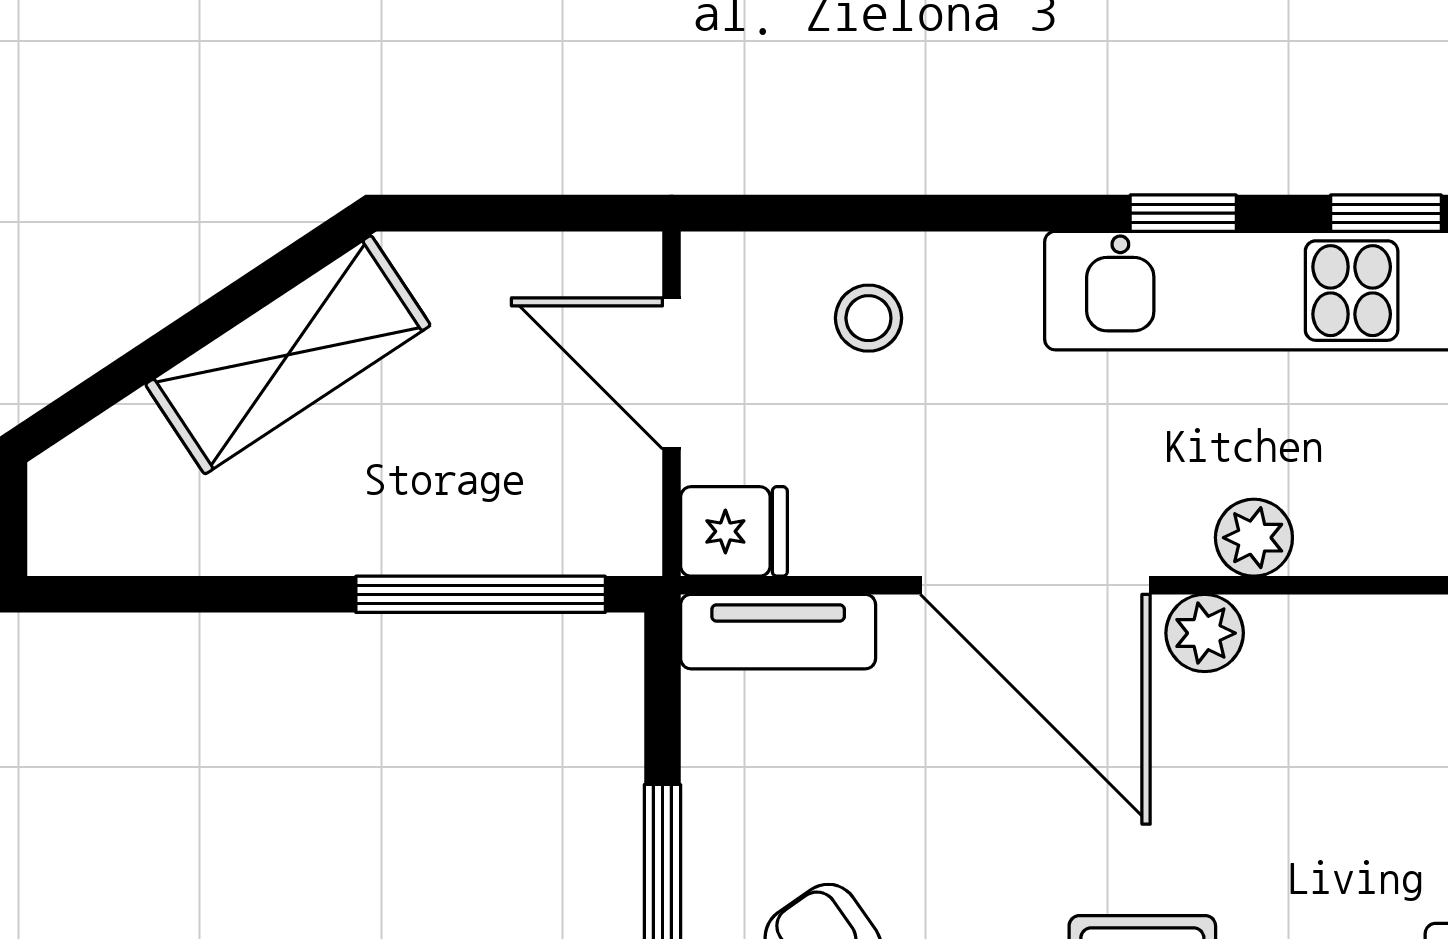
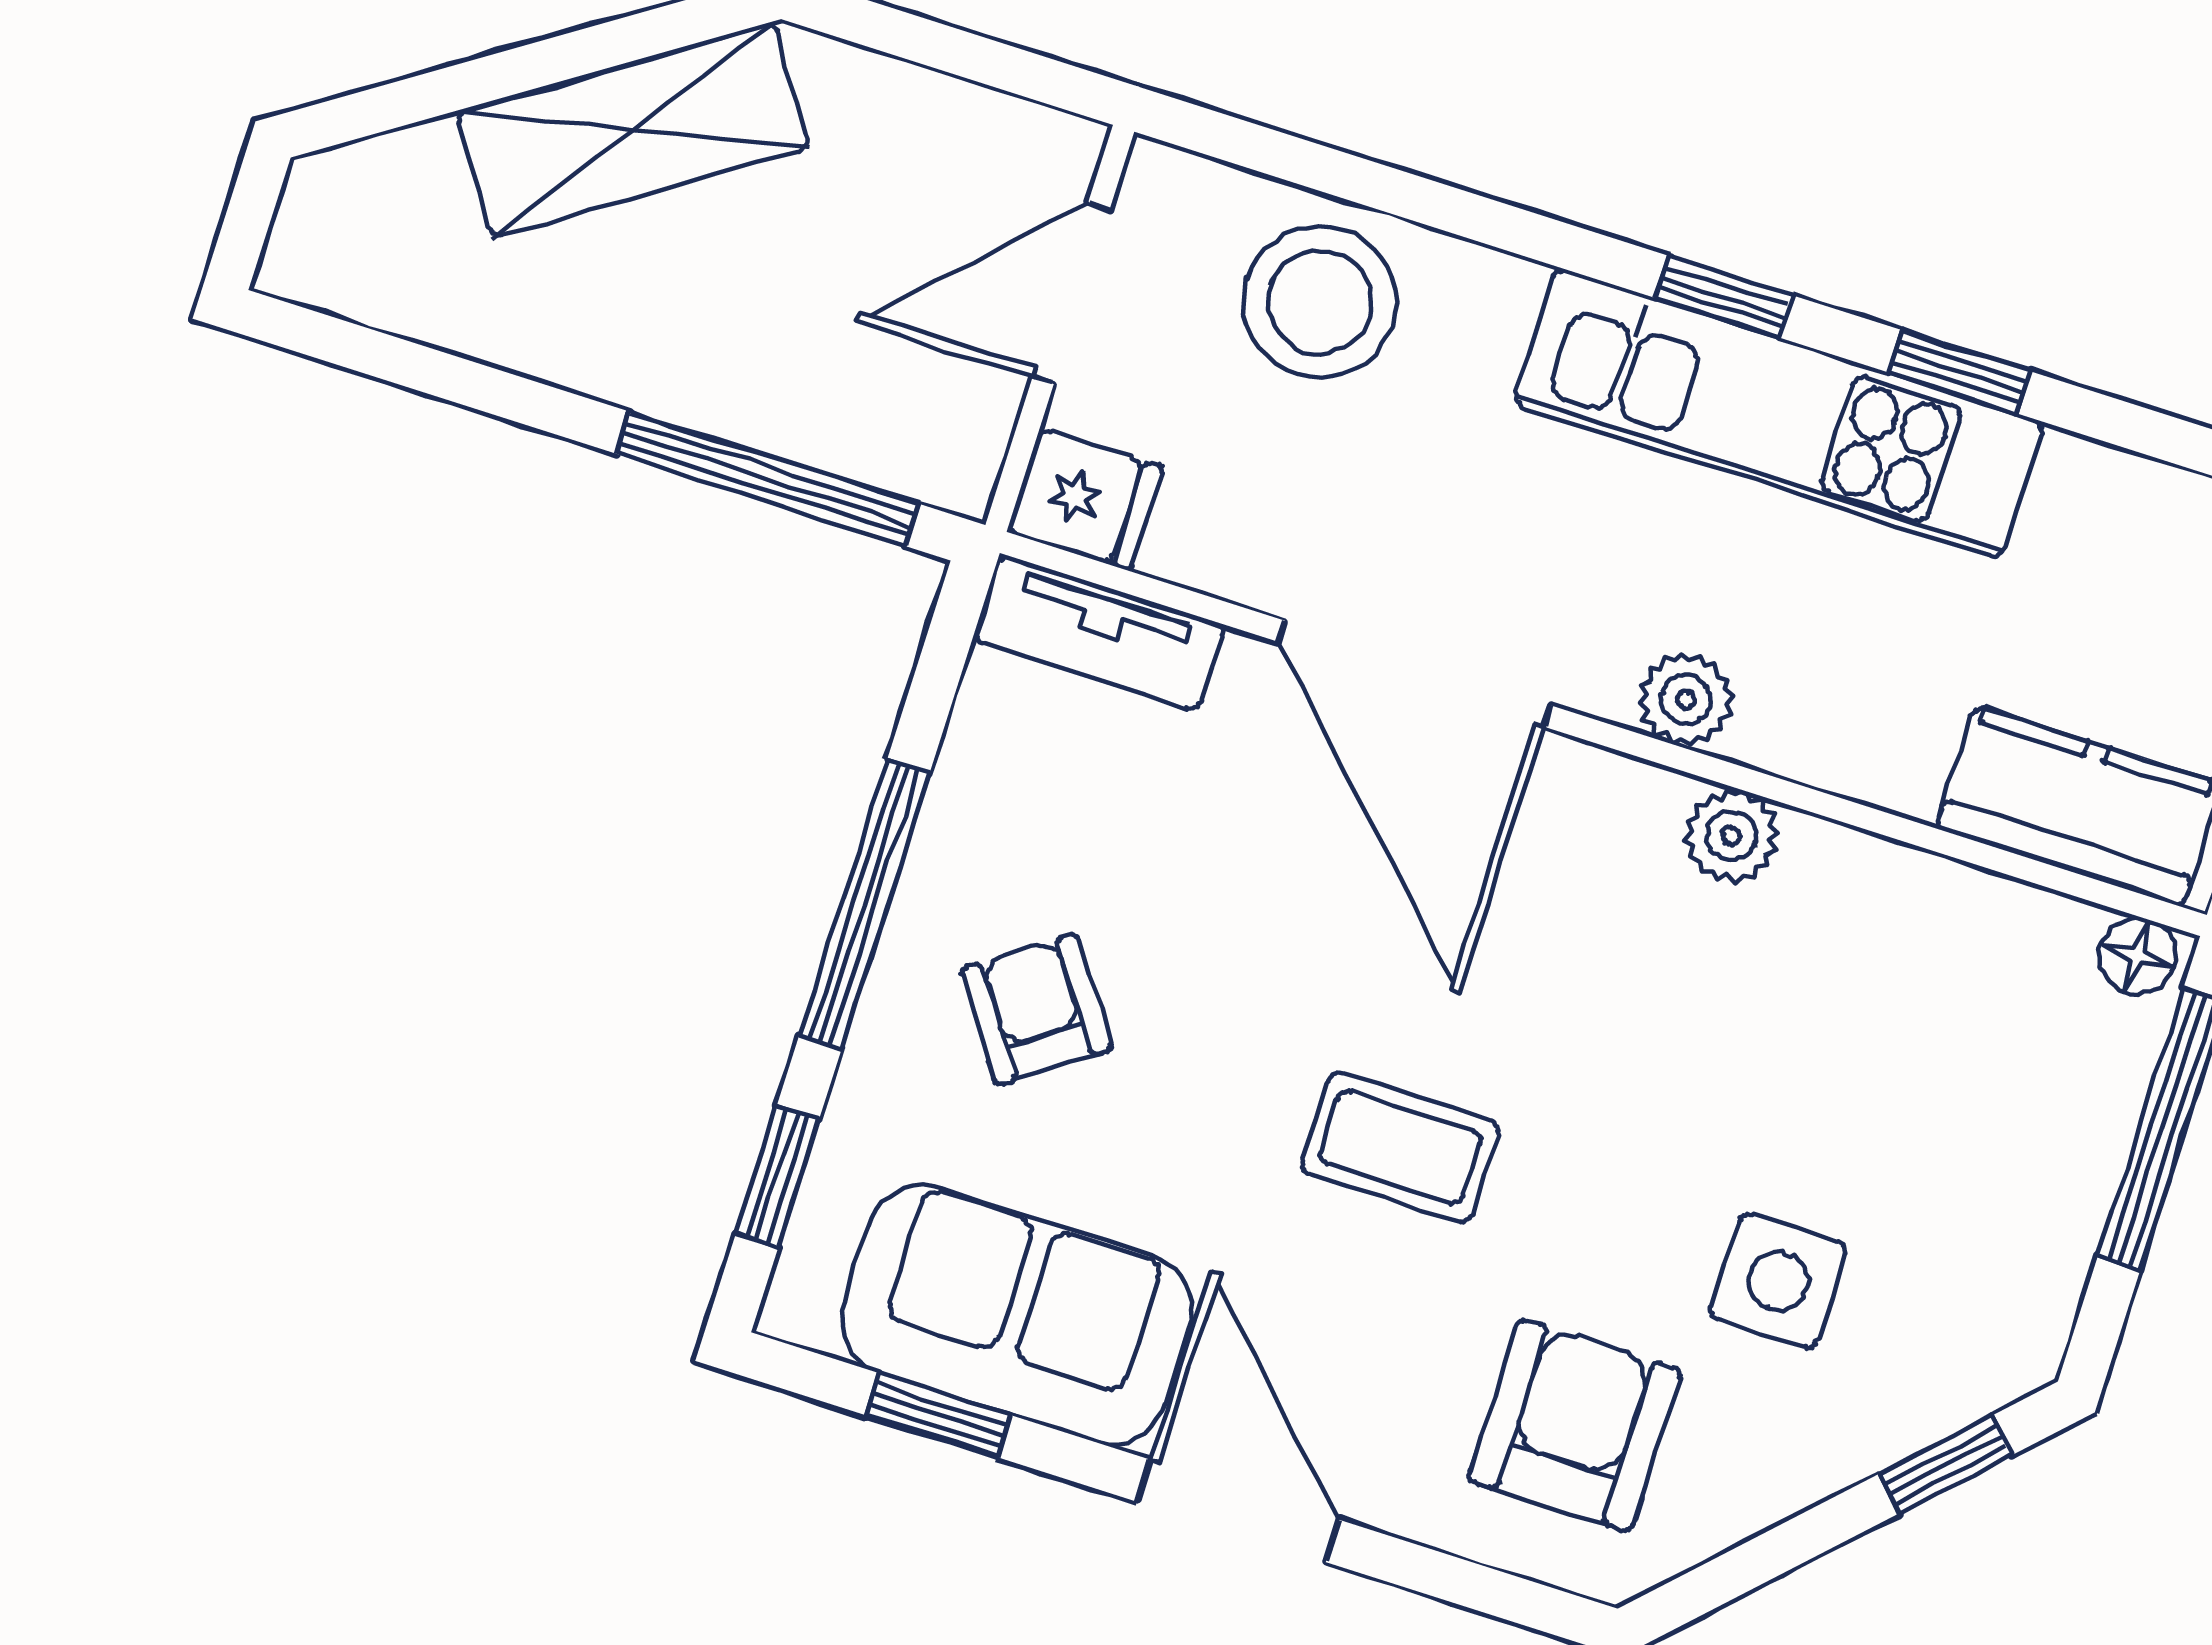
stool: (868, 318) -> (1320, 302), width x1.89, depth x1.89
door: (671, 373) -> (1071, 293), hinge flipped
plant: (1205, 633) -> (1732, 836), moved

